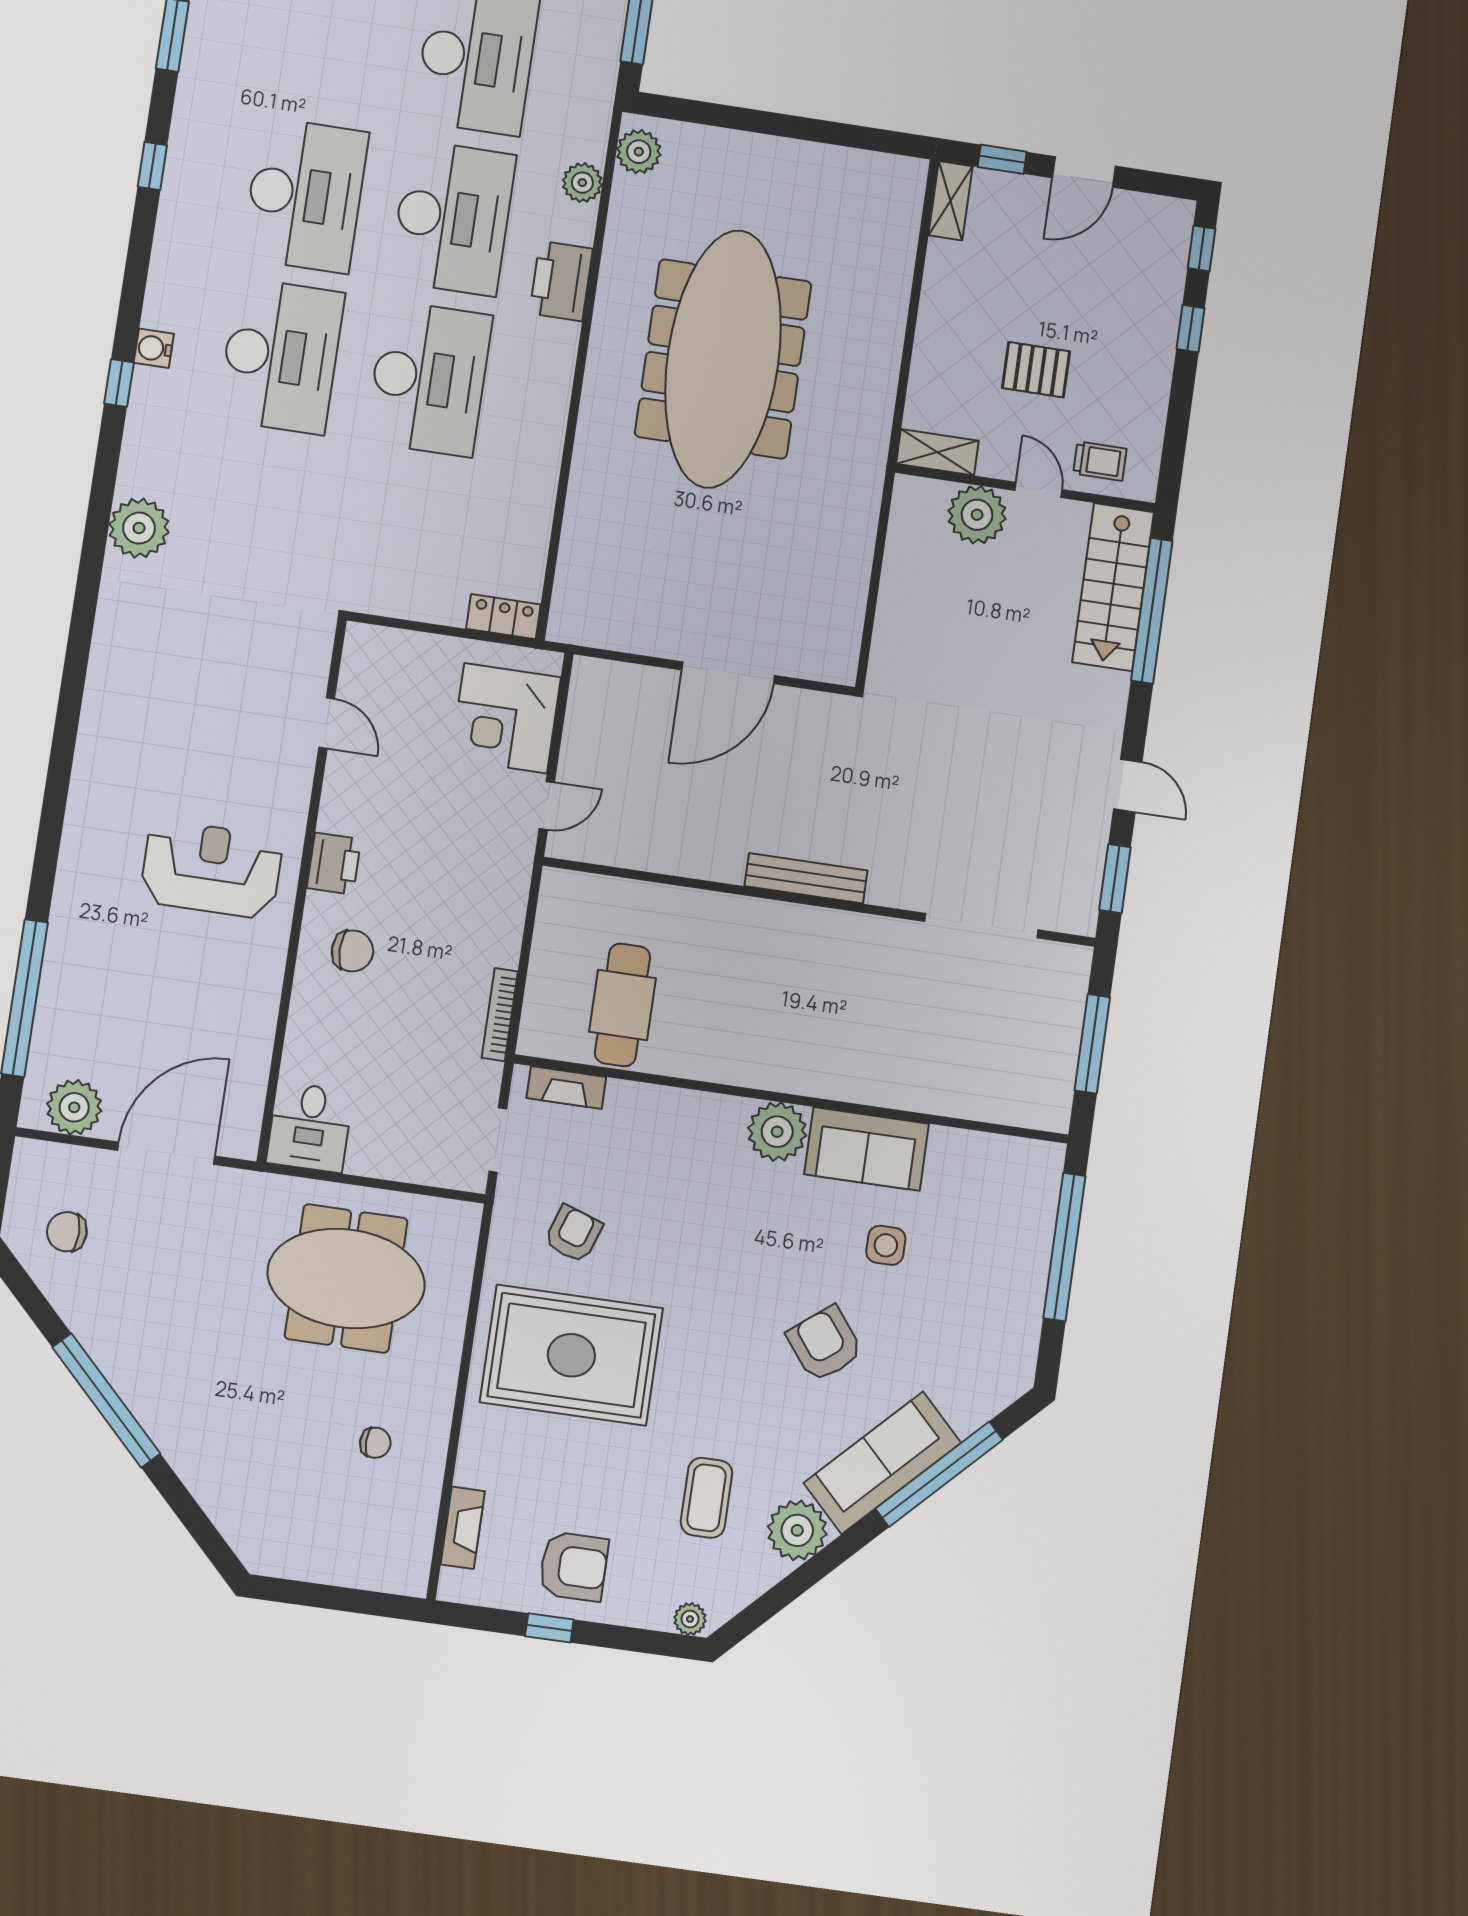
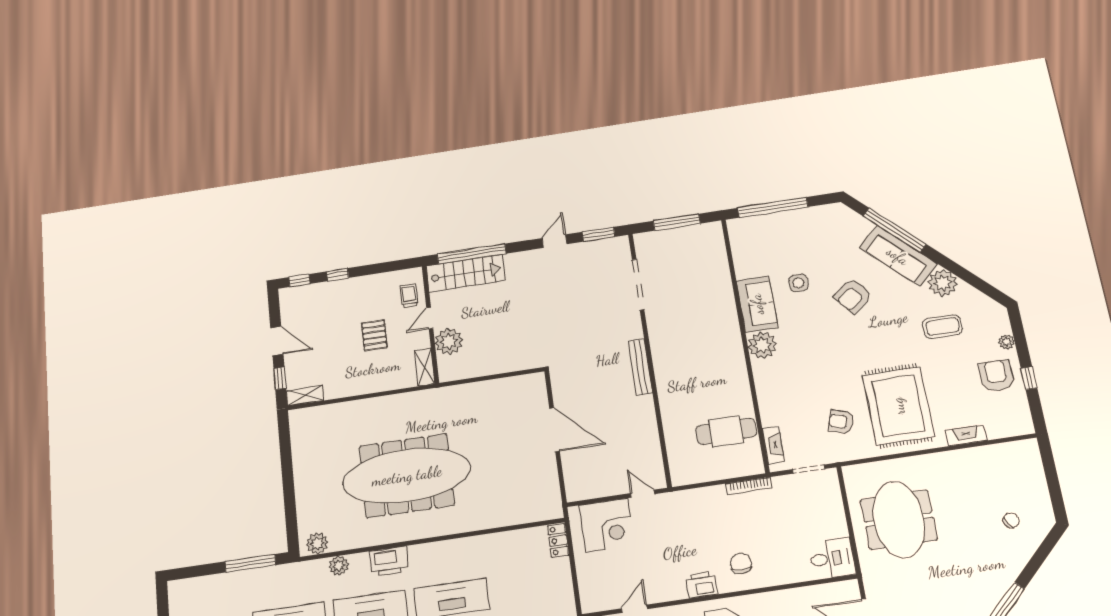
chair: (375, 1443) -> (1011, 520), moved, turned 60
fireplace: (463, 1528) -> (966, 435), moved
plant: (690, 1619) -> (1006, 342), moved

